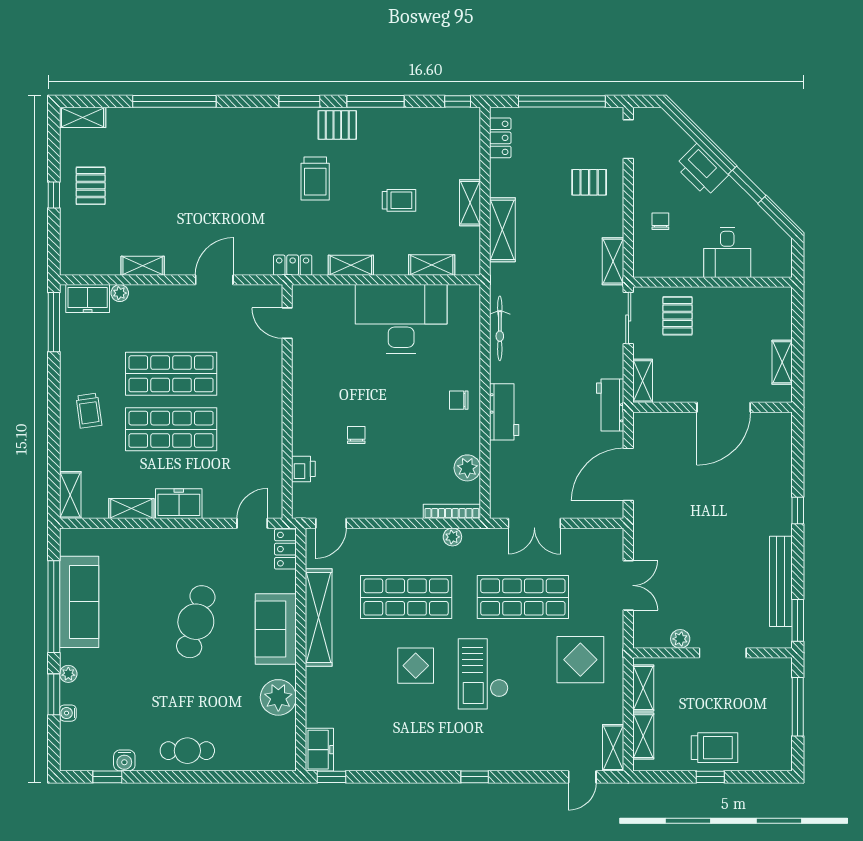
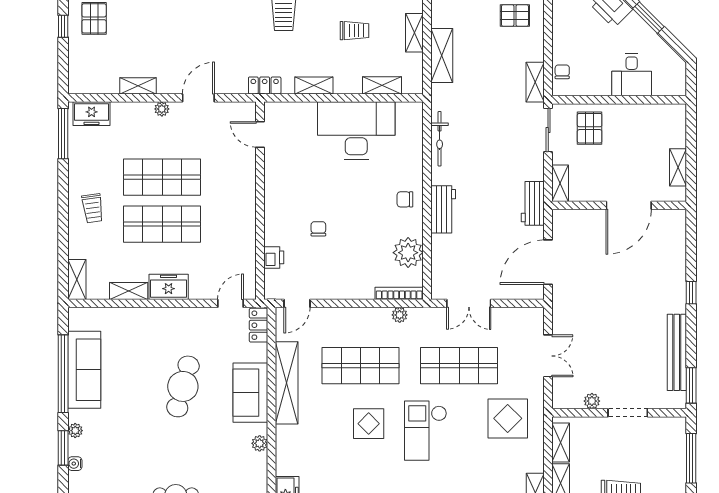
chair: (660, 221) -> (562, 72), moved
plant: (120, 293) -> (162, 109), moved
plant: (467, 468) -> (408, 253), width x1.36, depth x1.36
plant: (278, 697) -> (260, 443), width x0.53, depth x0.53

